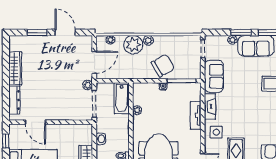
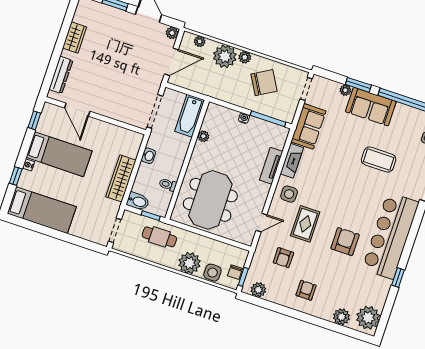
chair: (163, 66) -> (264, 83), moved
wardrobe: (15, 68) -> (75, 38), width x0.67
plant: (88, 85) -> (172, 33), moved

